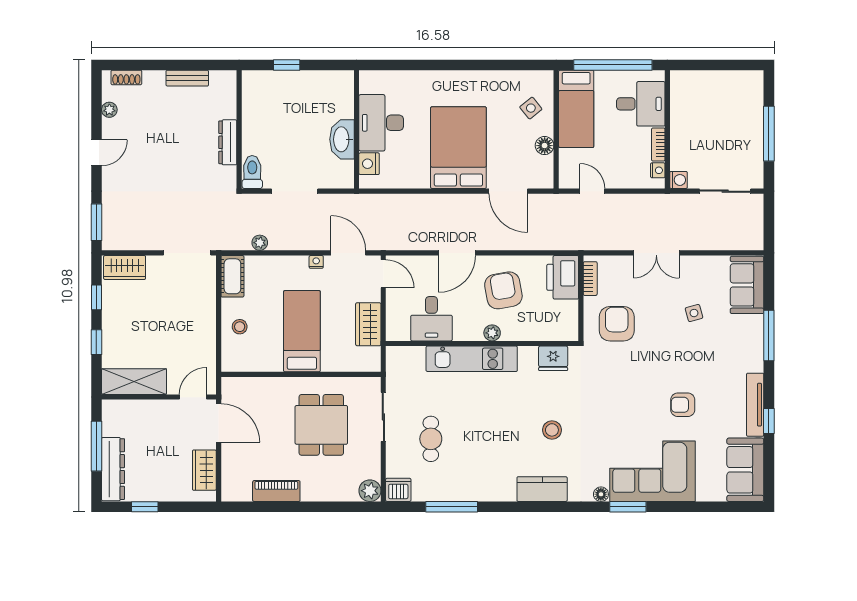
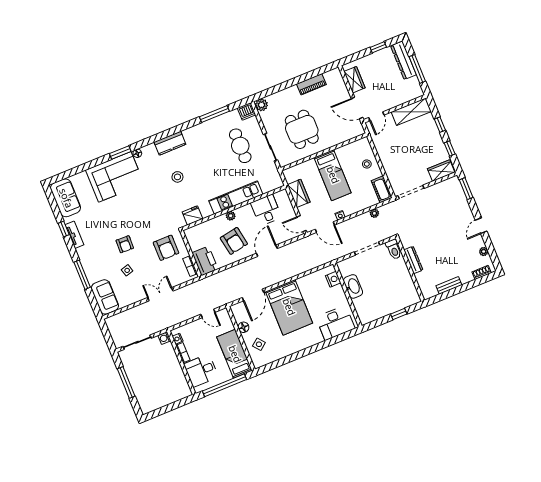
desk: (381, 123) -> (335, 323), moved, turned 90
door: (508, 191) -> (253, 295), swing flipped
armchair: (683, 405) -> (125, 244), moved, turned 92
tv unit: (755, 405) -> (74, 235), width x0.71
cafe table: (431, 439) -> (240, 146), width x1.37, depth x1.35

